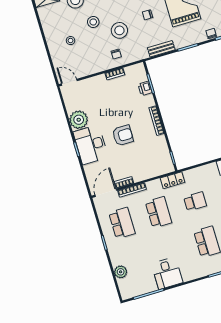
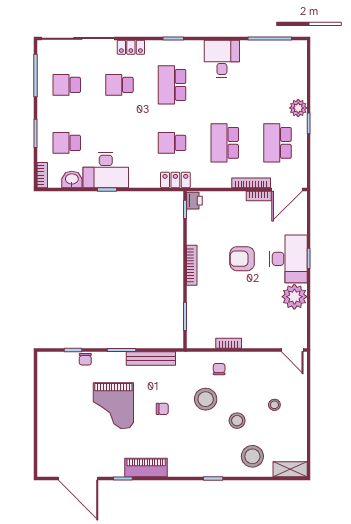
bench: (161, 49) -> (151, 358), width x1.36
printer: (145, 88) -> (194, 201), moved
locker: (172, 180) -> (175, 180), moved
plant: (121, 272) -> (298, 108), moved
desk: (167, 273) -> (222, 59), moved

